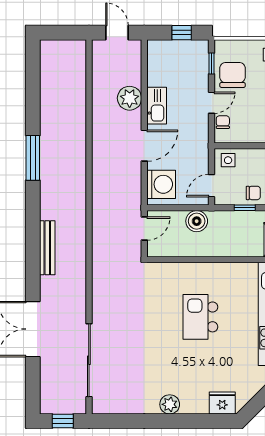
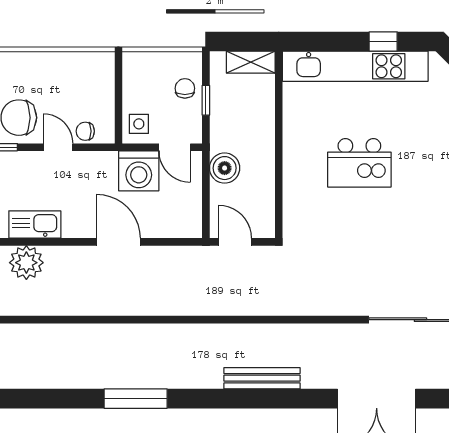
plant: (130, 98) -> (26, 263), moved
kitchen sink: (157, 106) -> (35, 225), moved
washing machine: (161, 184) -> (139, 171), moved, turned 180

